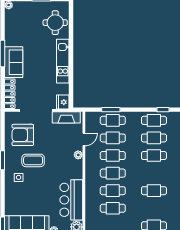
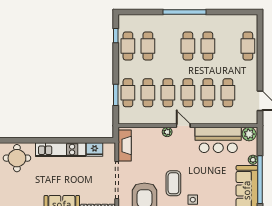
fridge: (63, 102) -> (95, 149), moved
door: (84, 139) -> (183, 126), moved
cafe table: (154, 156) -> (188, 46), moved

